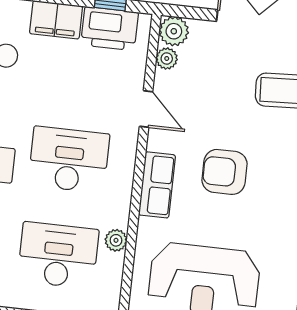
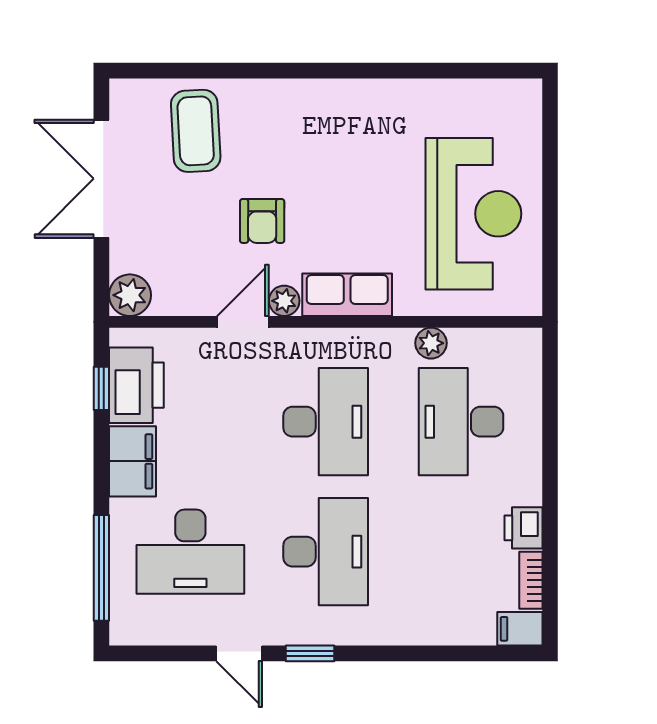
plant: (167, 59) -> (284, 301), moved
desk: (69, 160) -> (326, 422), turned 180
armchair: (225, 172) -> (262, 221), moved, width x0.72, depth x0.72

